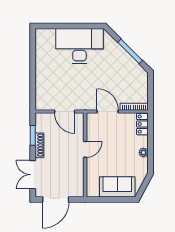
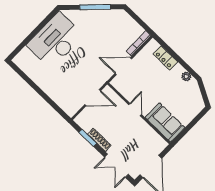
locker: (142, 124) -> (165, 58), moved
plant: (143, 152) -> (186, 76), moved
sofa: (117, 187) -> (165, 122), moved, turned 90

